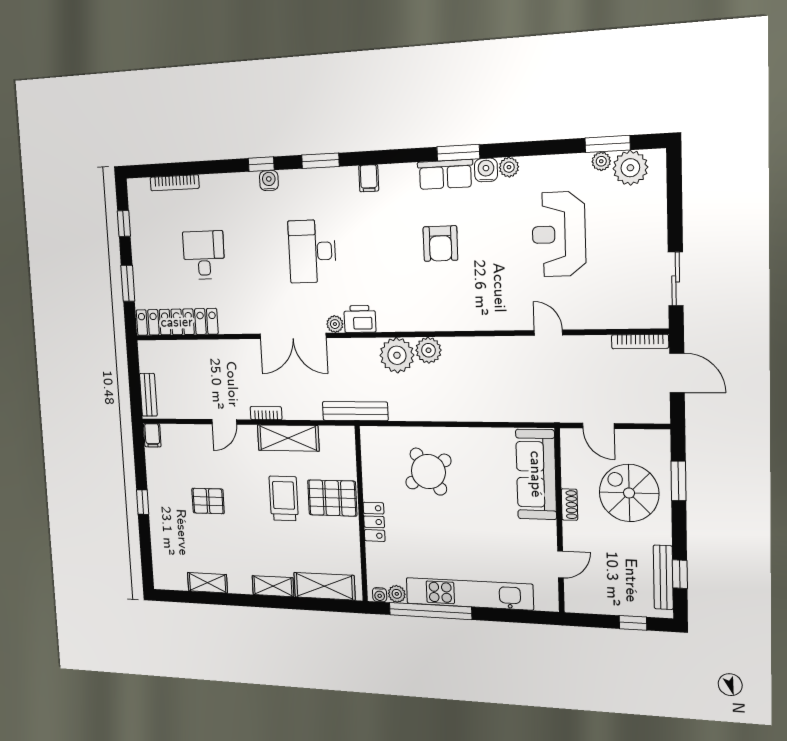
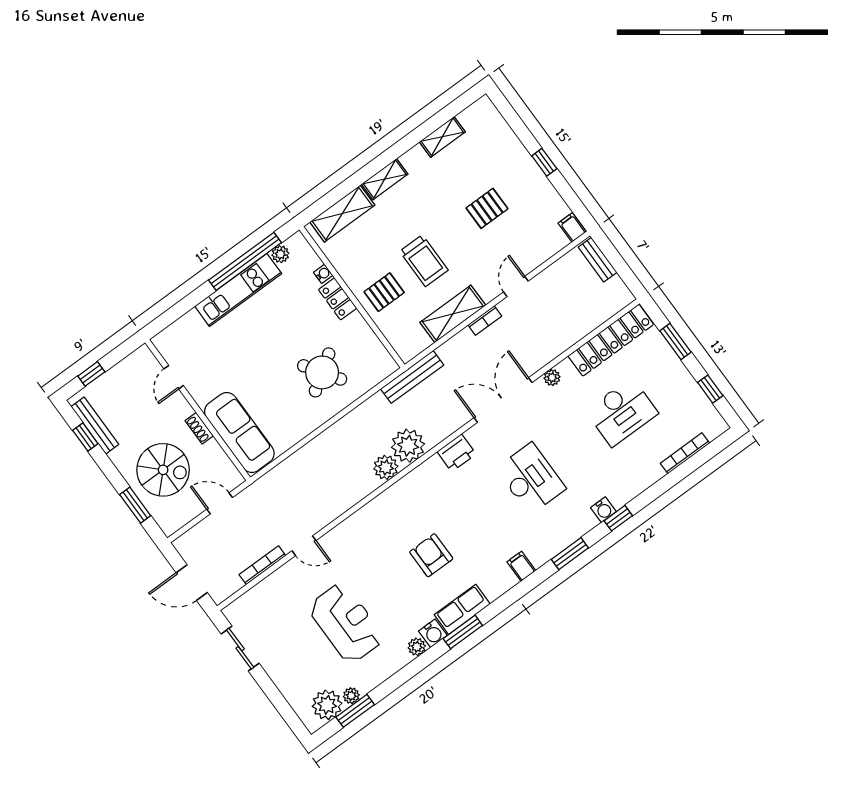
desk: (204, 255) -> (622, 412), width x1.37
plant: (335, 324) -> (552, 378), moved
bookcase: (640, 342) -> (262, 565), moved
pallet: (332, 498) -> (384, 292), width x0.67, depth x0.71
kitchen unit: (469, 594) -> (238, 290), width x0.73
water cooler: (380, 595) -> (323, 274), moved, turned 90

